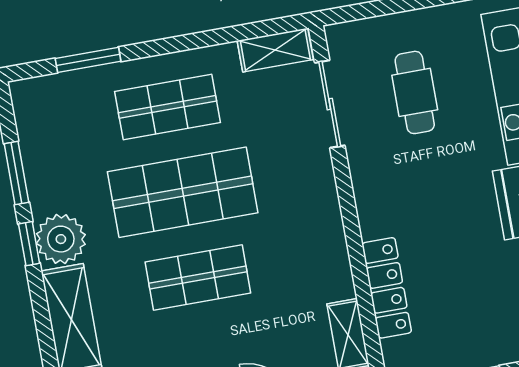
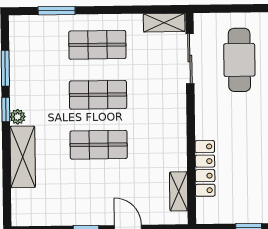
cafe table: (415, 92) -> (239, 60), width x1.37, depth x1.35
shop shelf: (183, 192) -> (98, 95), width x0.70, depth x0.74
plant: (61, 239) -> (18, 117), width x0.53, depth x0.53

